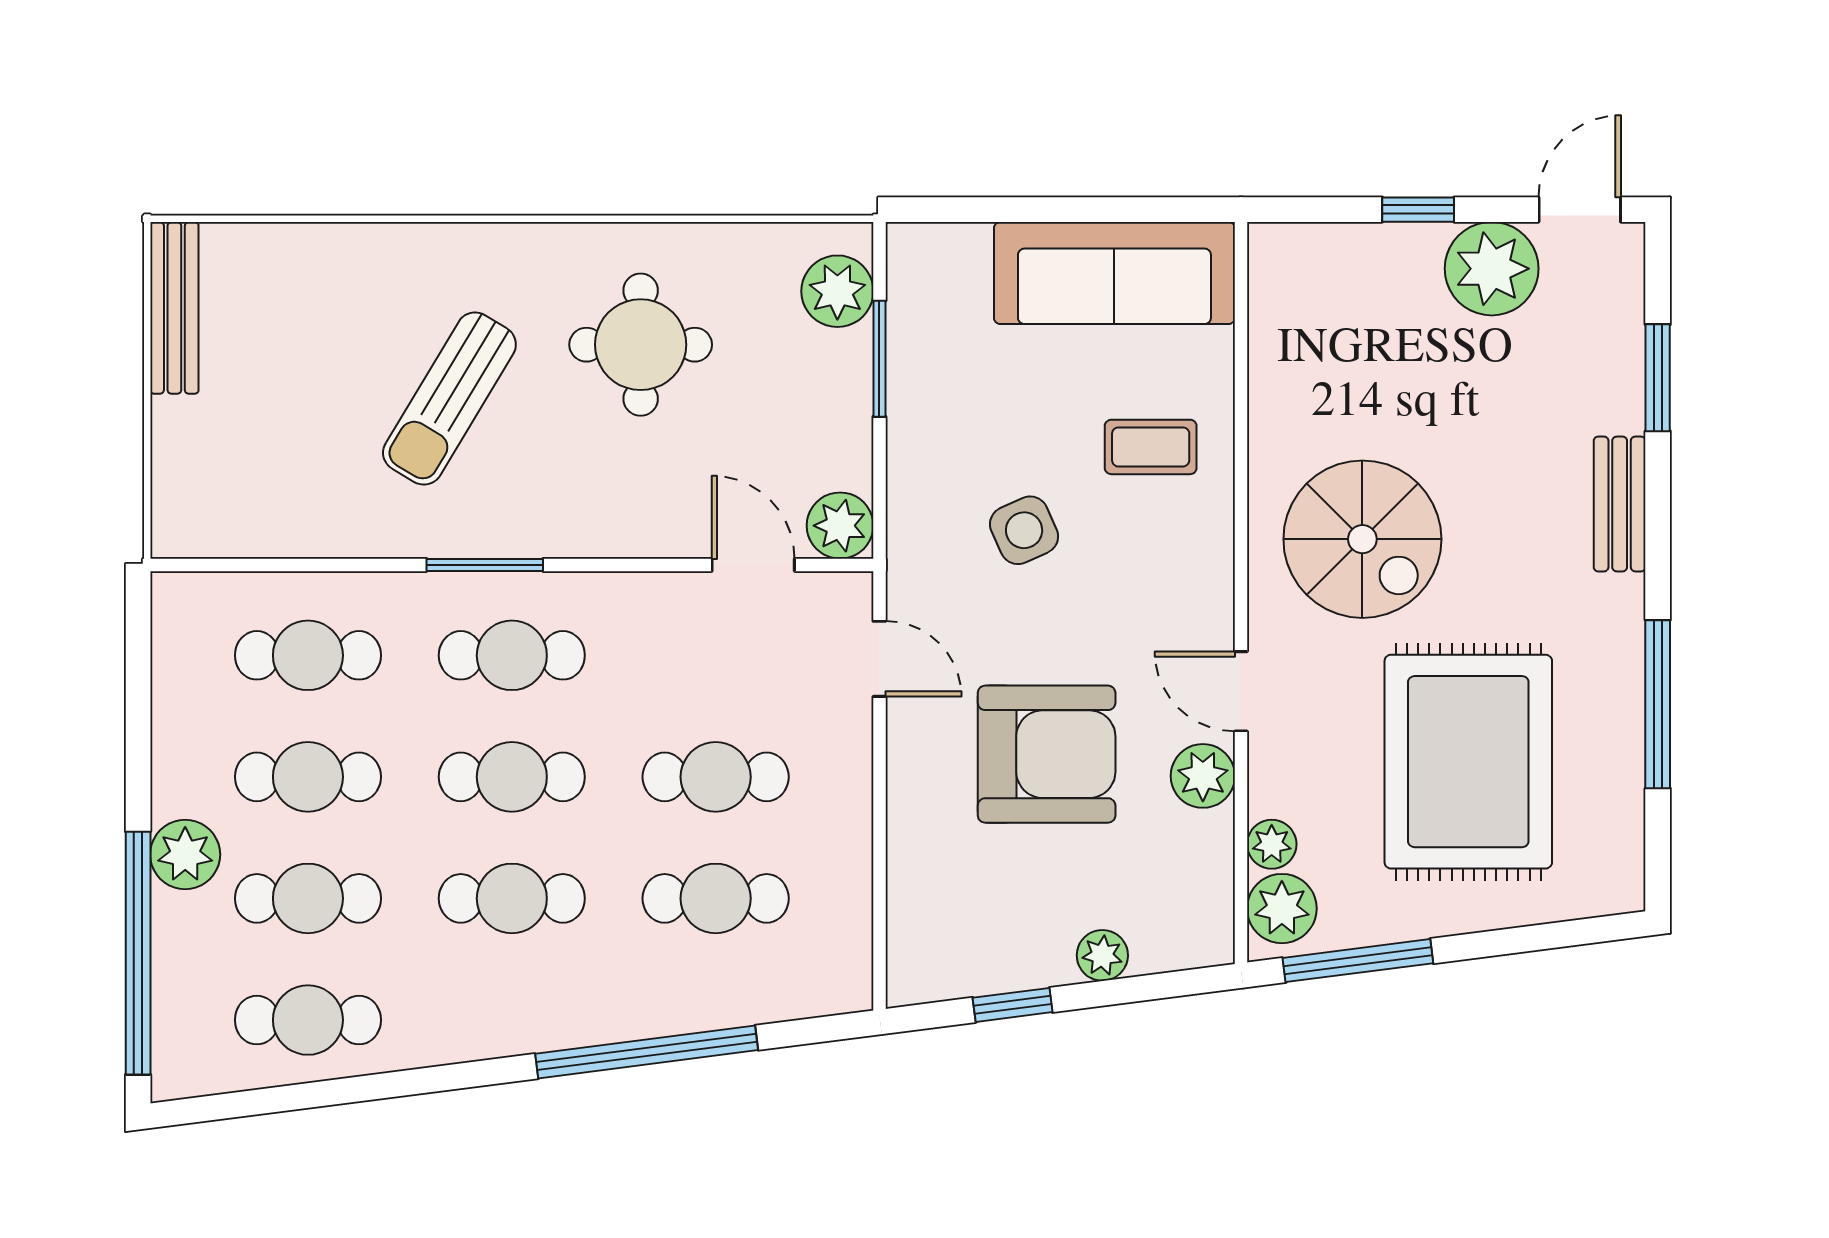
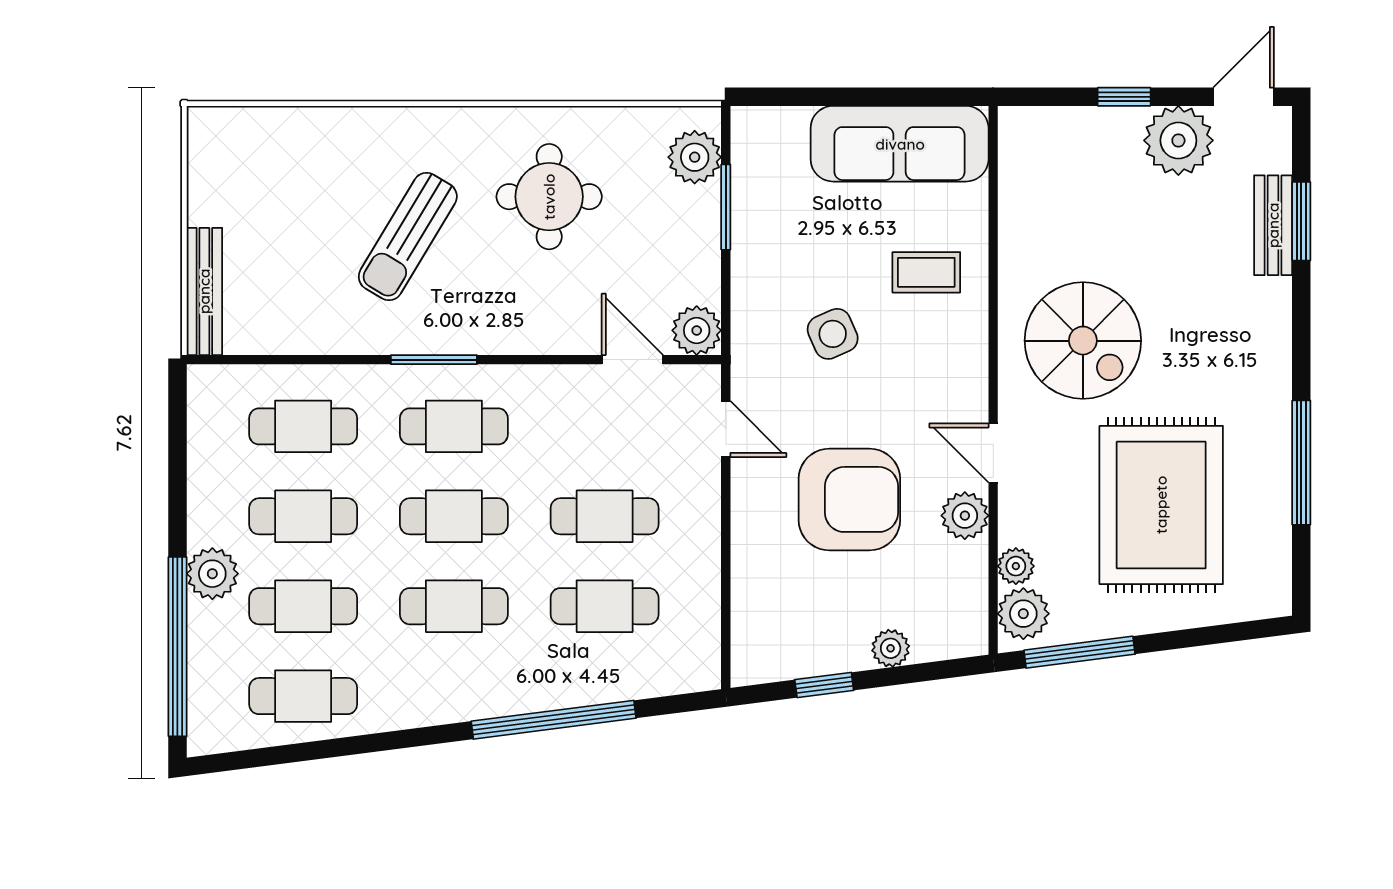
bench: (174, 308) -> (204, 291), moved
bench: (1620, 504) -> (1273, 225), moved

